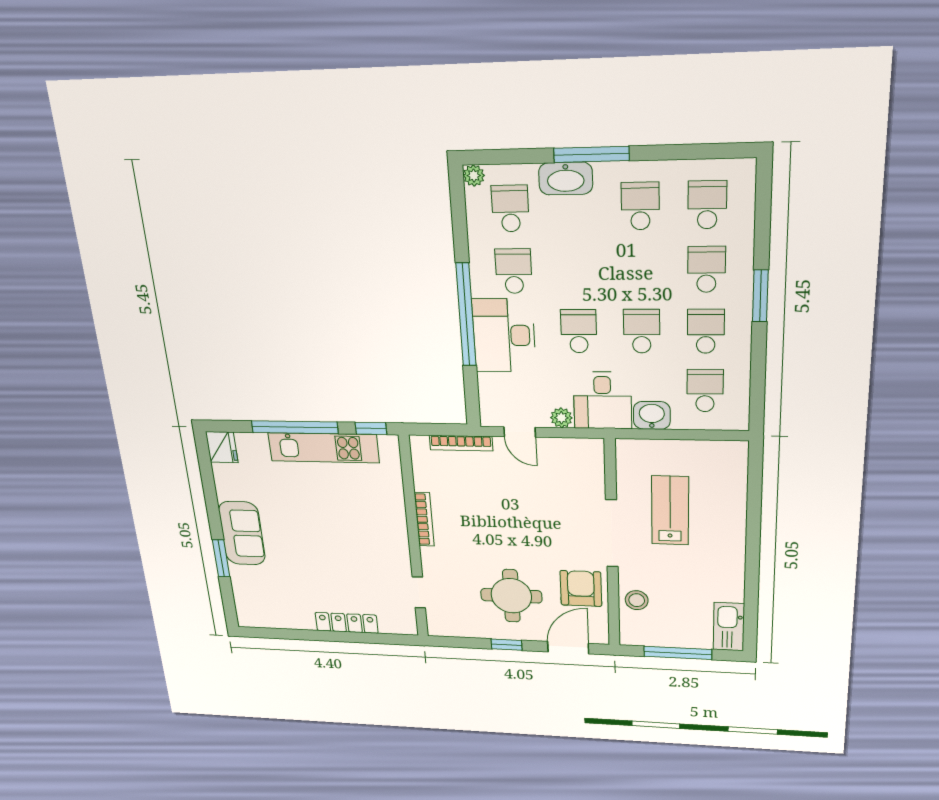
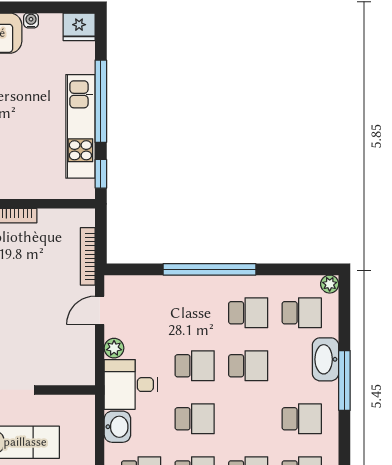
school desk: (577, 271) -> (248, 366), added
desk: (504, 335) -> (191, 301), removed
water cooler: (223, 493) -> (31, 20), added

